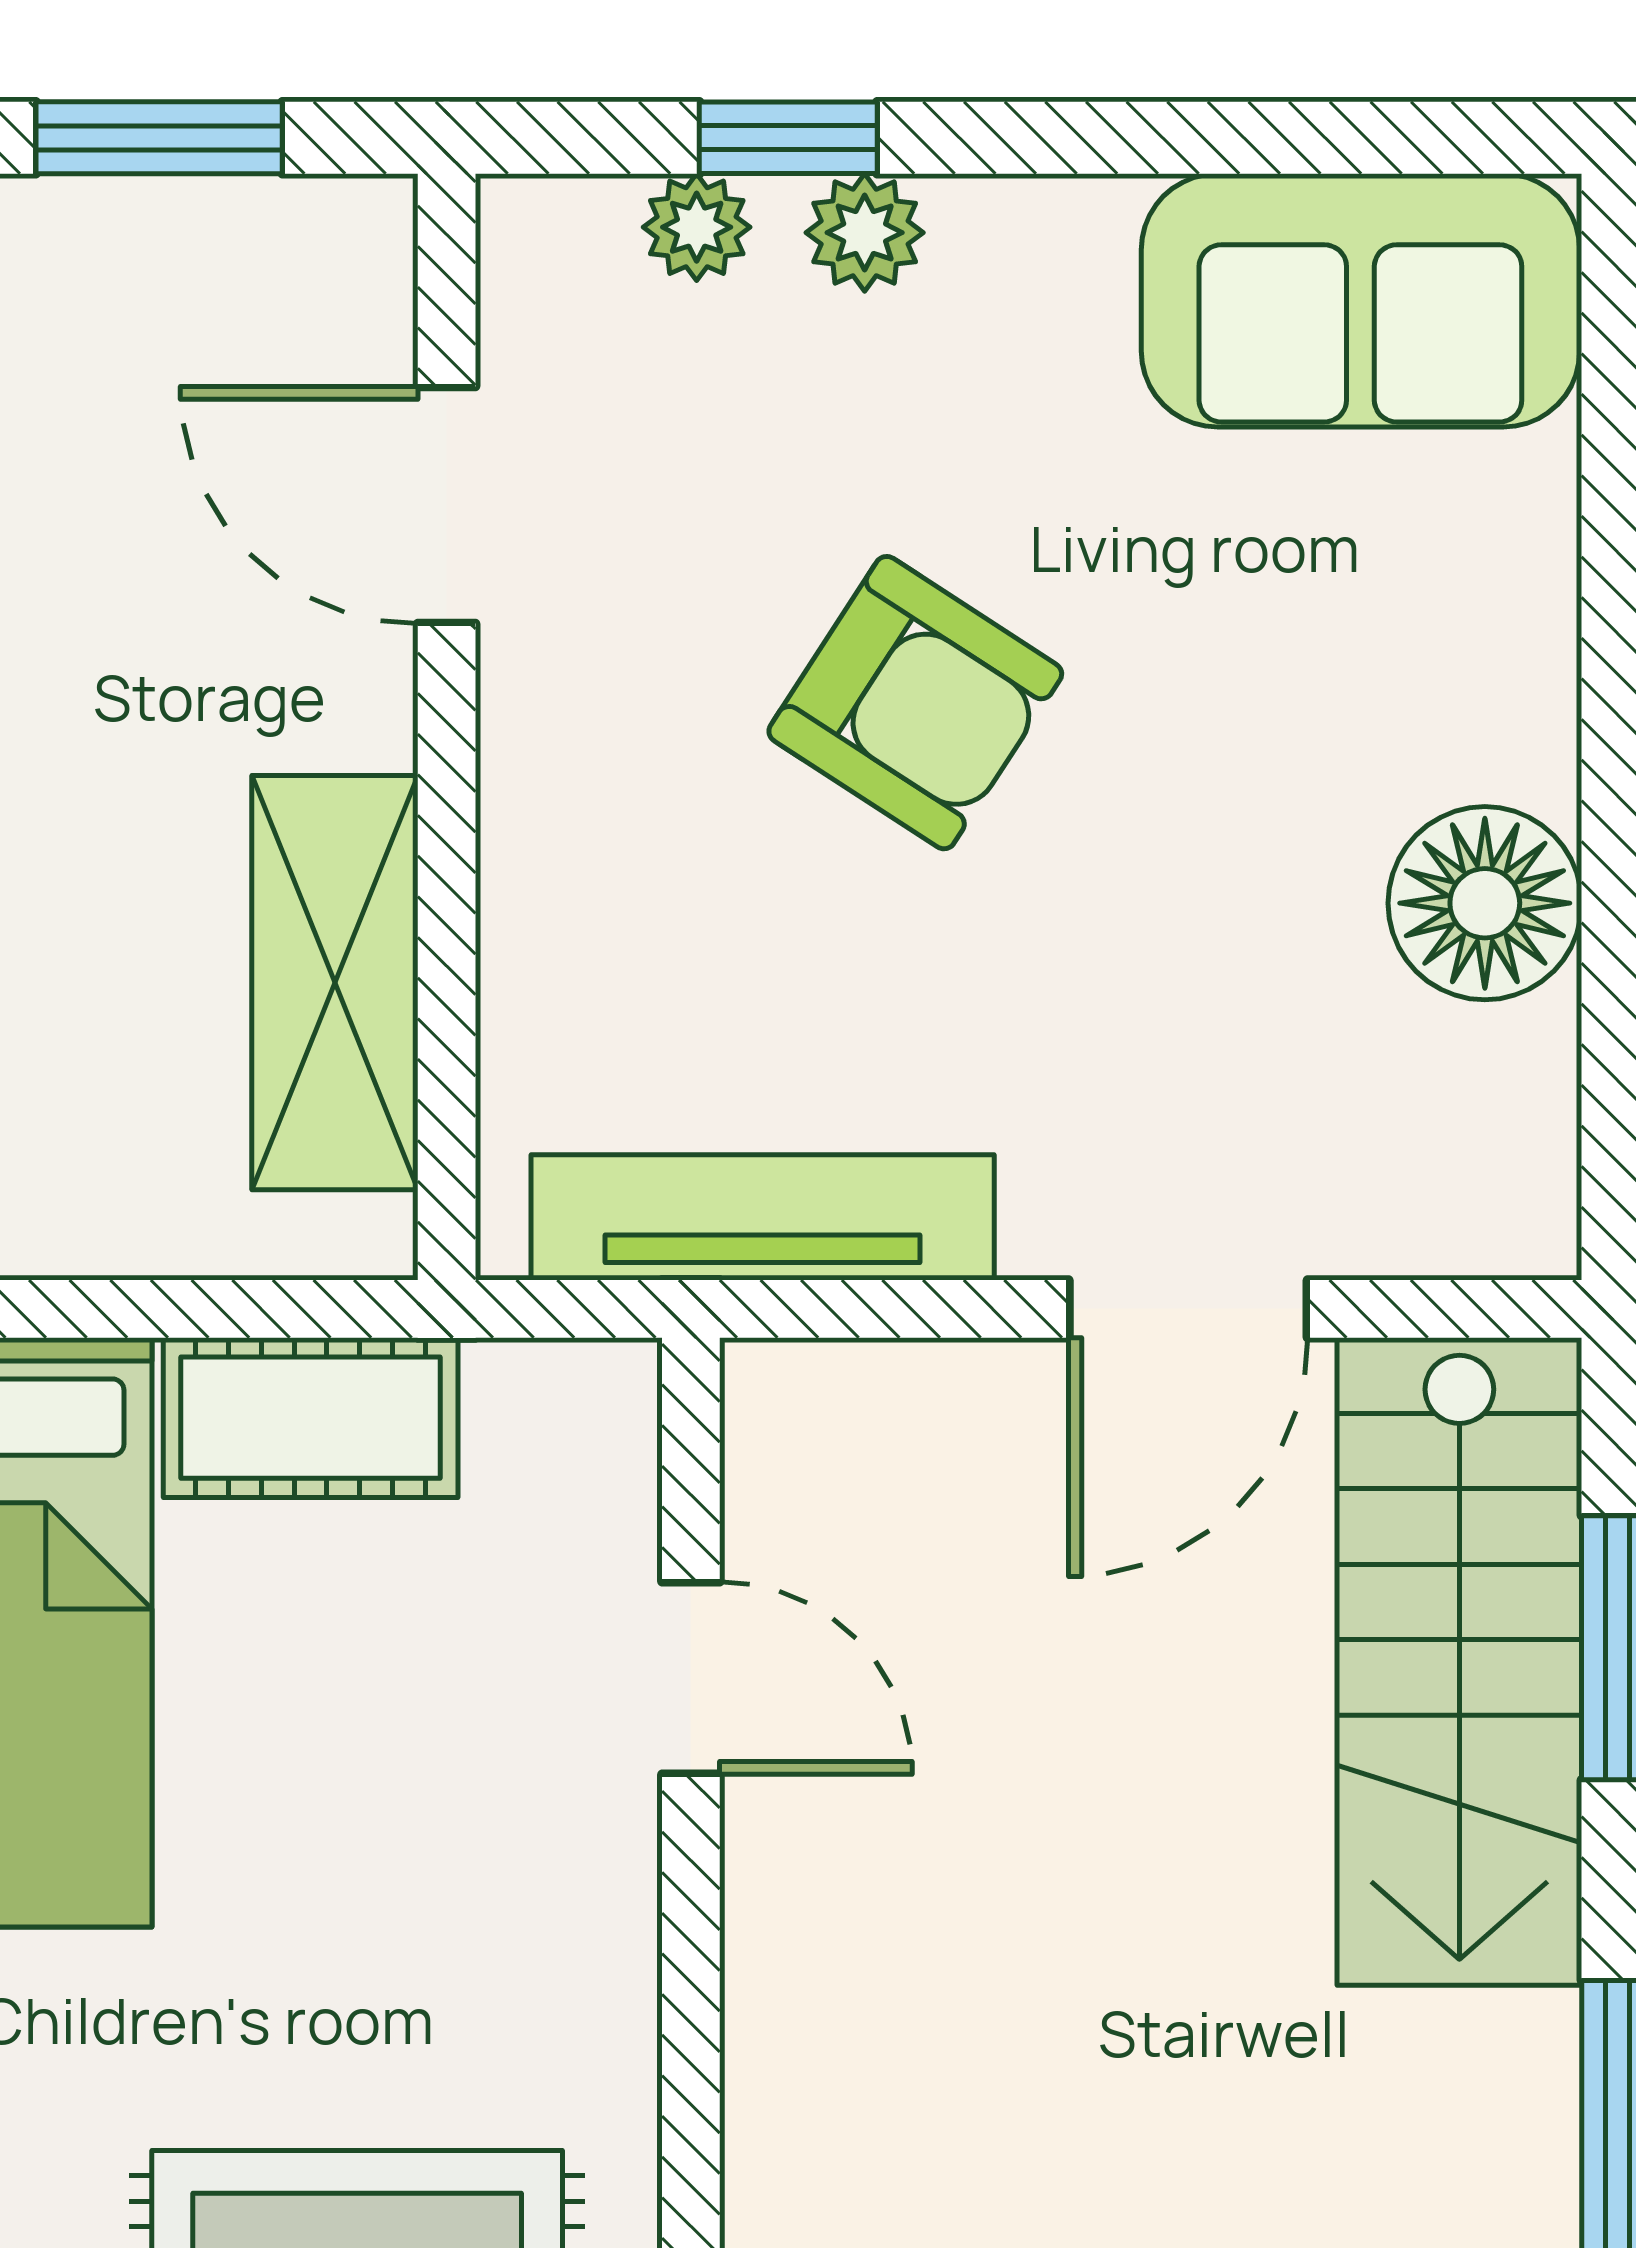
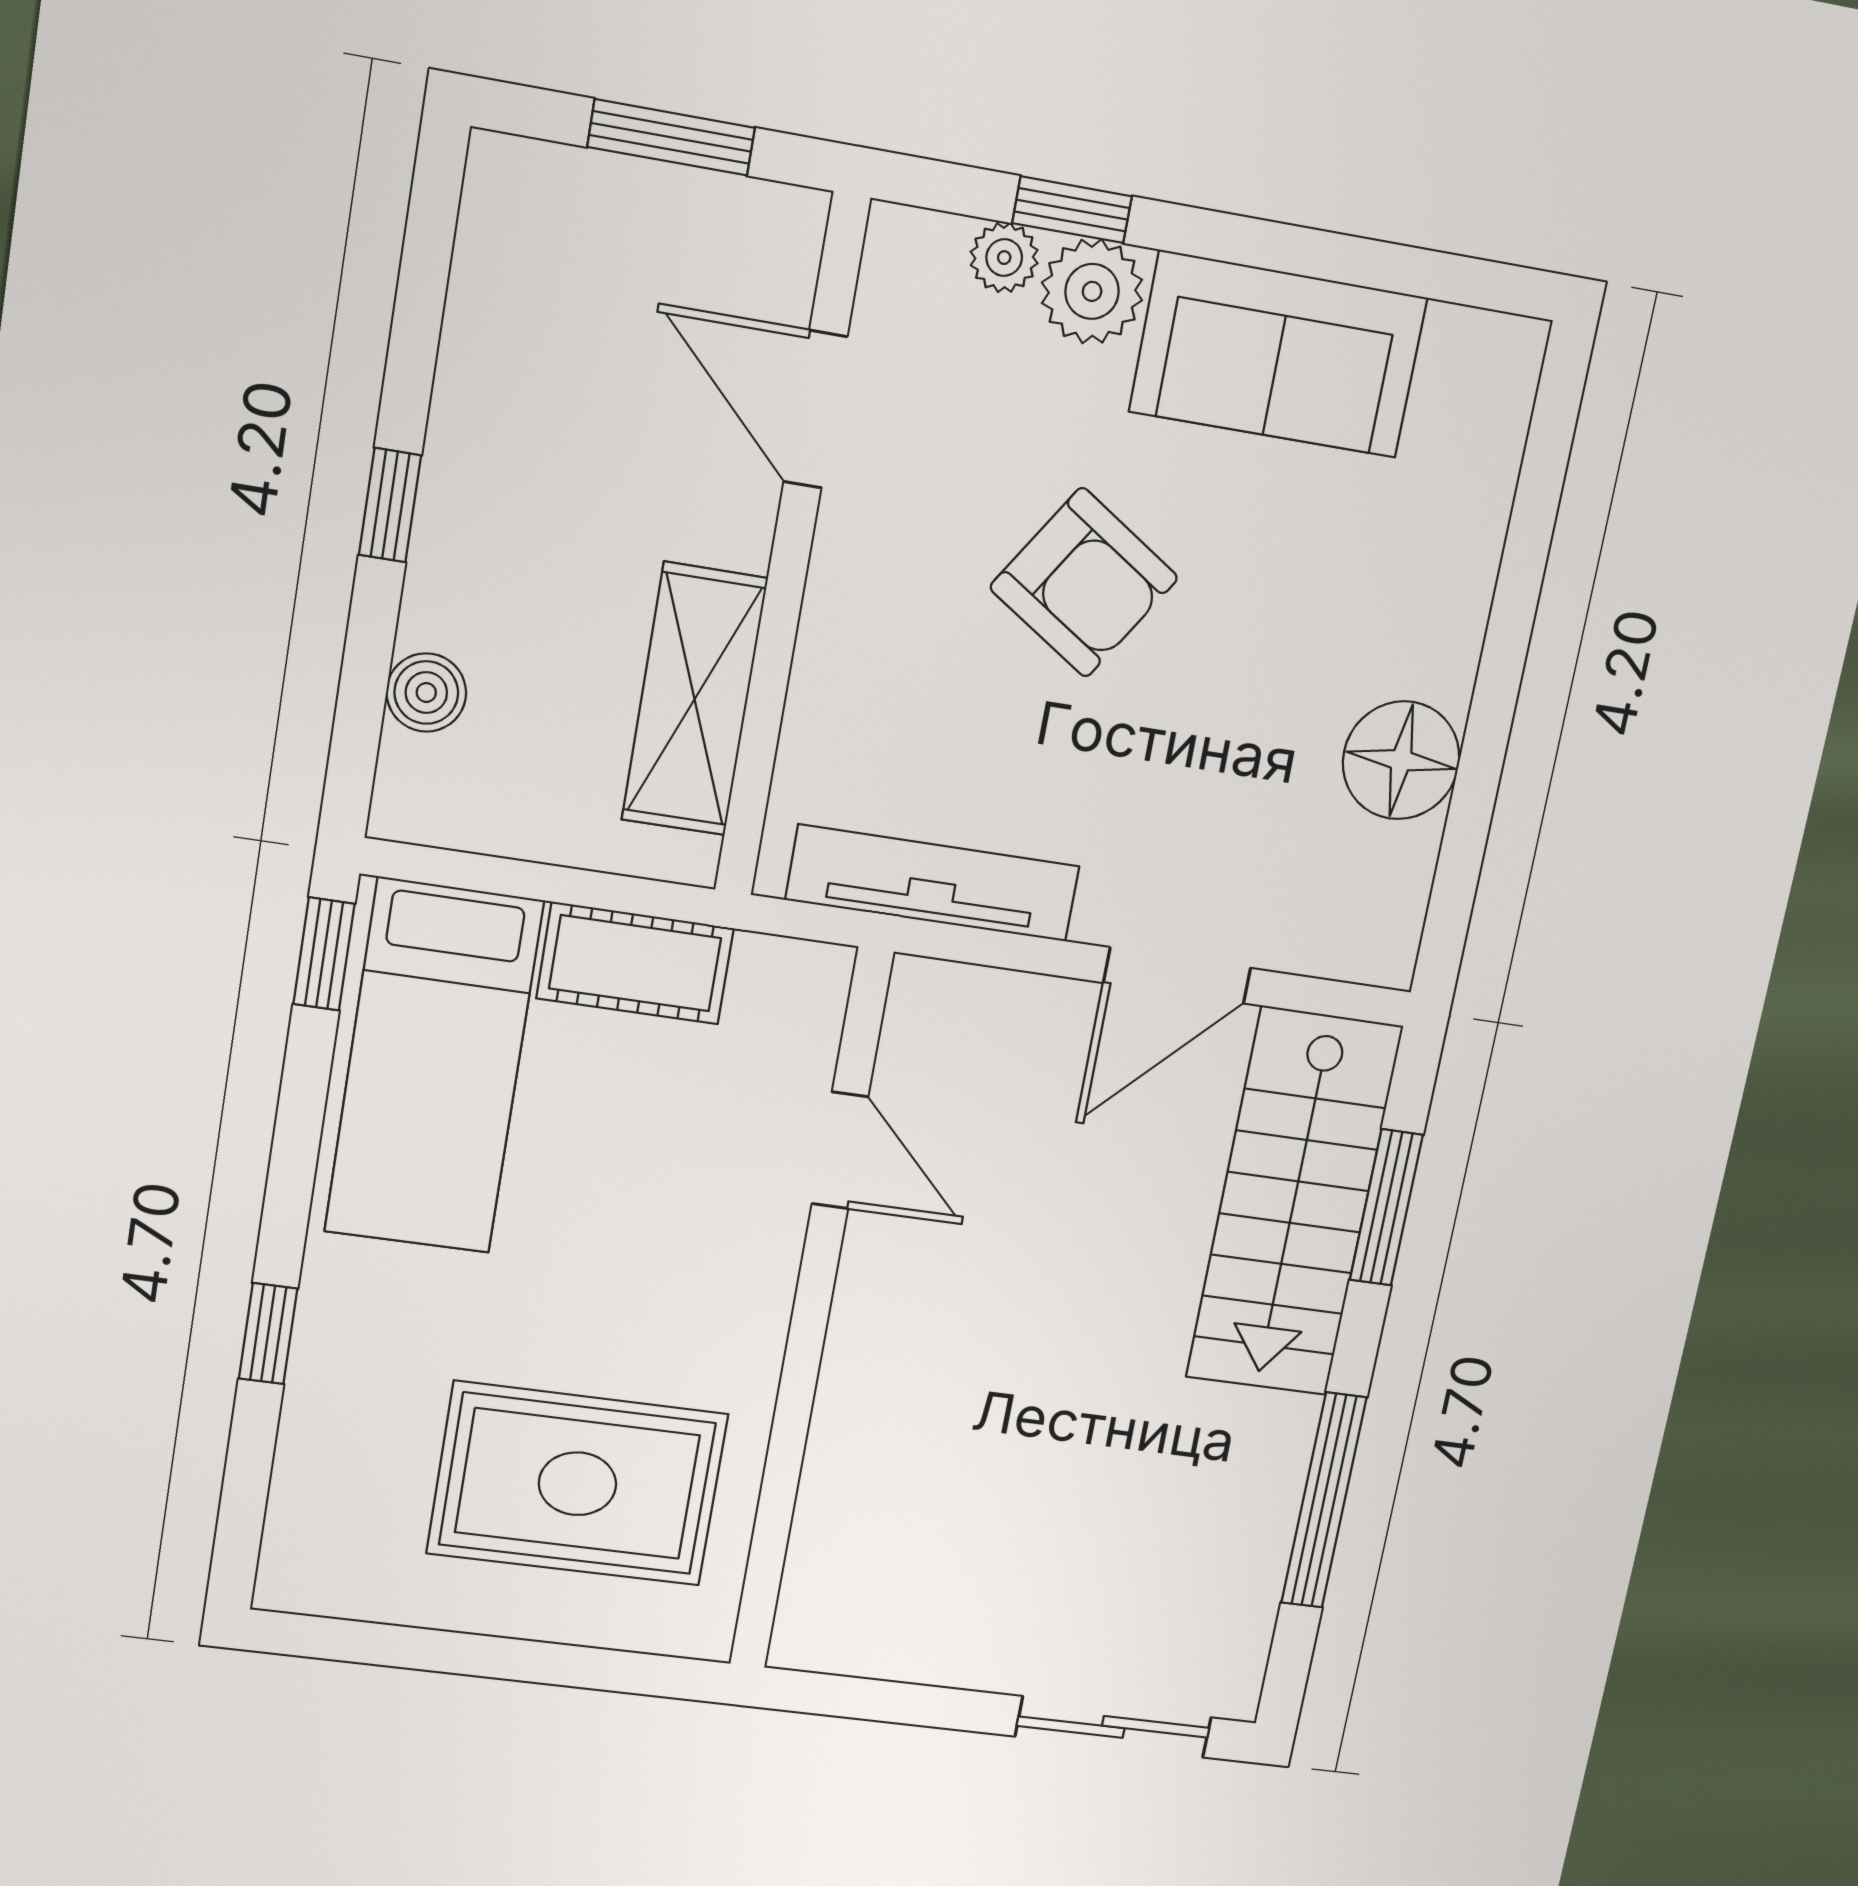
plant: (865, 233) -> (1092, 291), width x1.38, depth x1.38
sofa: (1360, 300) -> (1278, 355), moved

